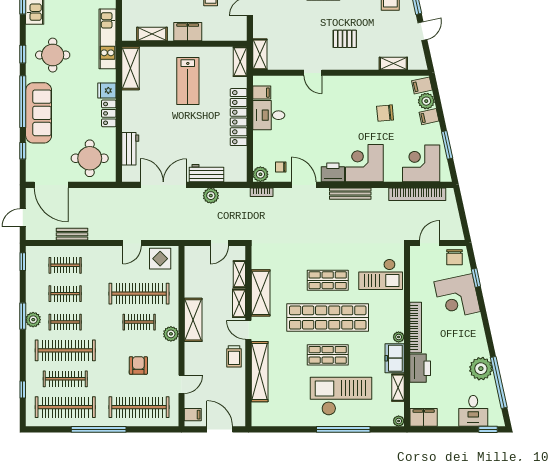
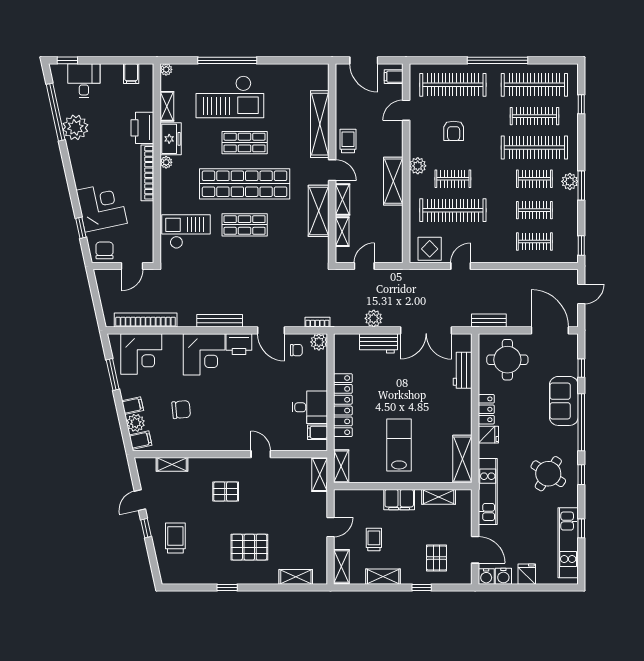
round table: (53, 55) -> (548, 474), turned 33
sofa: (39, 113) -> (564, 401), width x0.73
bench: (72, 234) -> (489, 320), moved
filing cabinet: (424, 417) -> (131, 74), width x0.50

